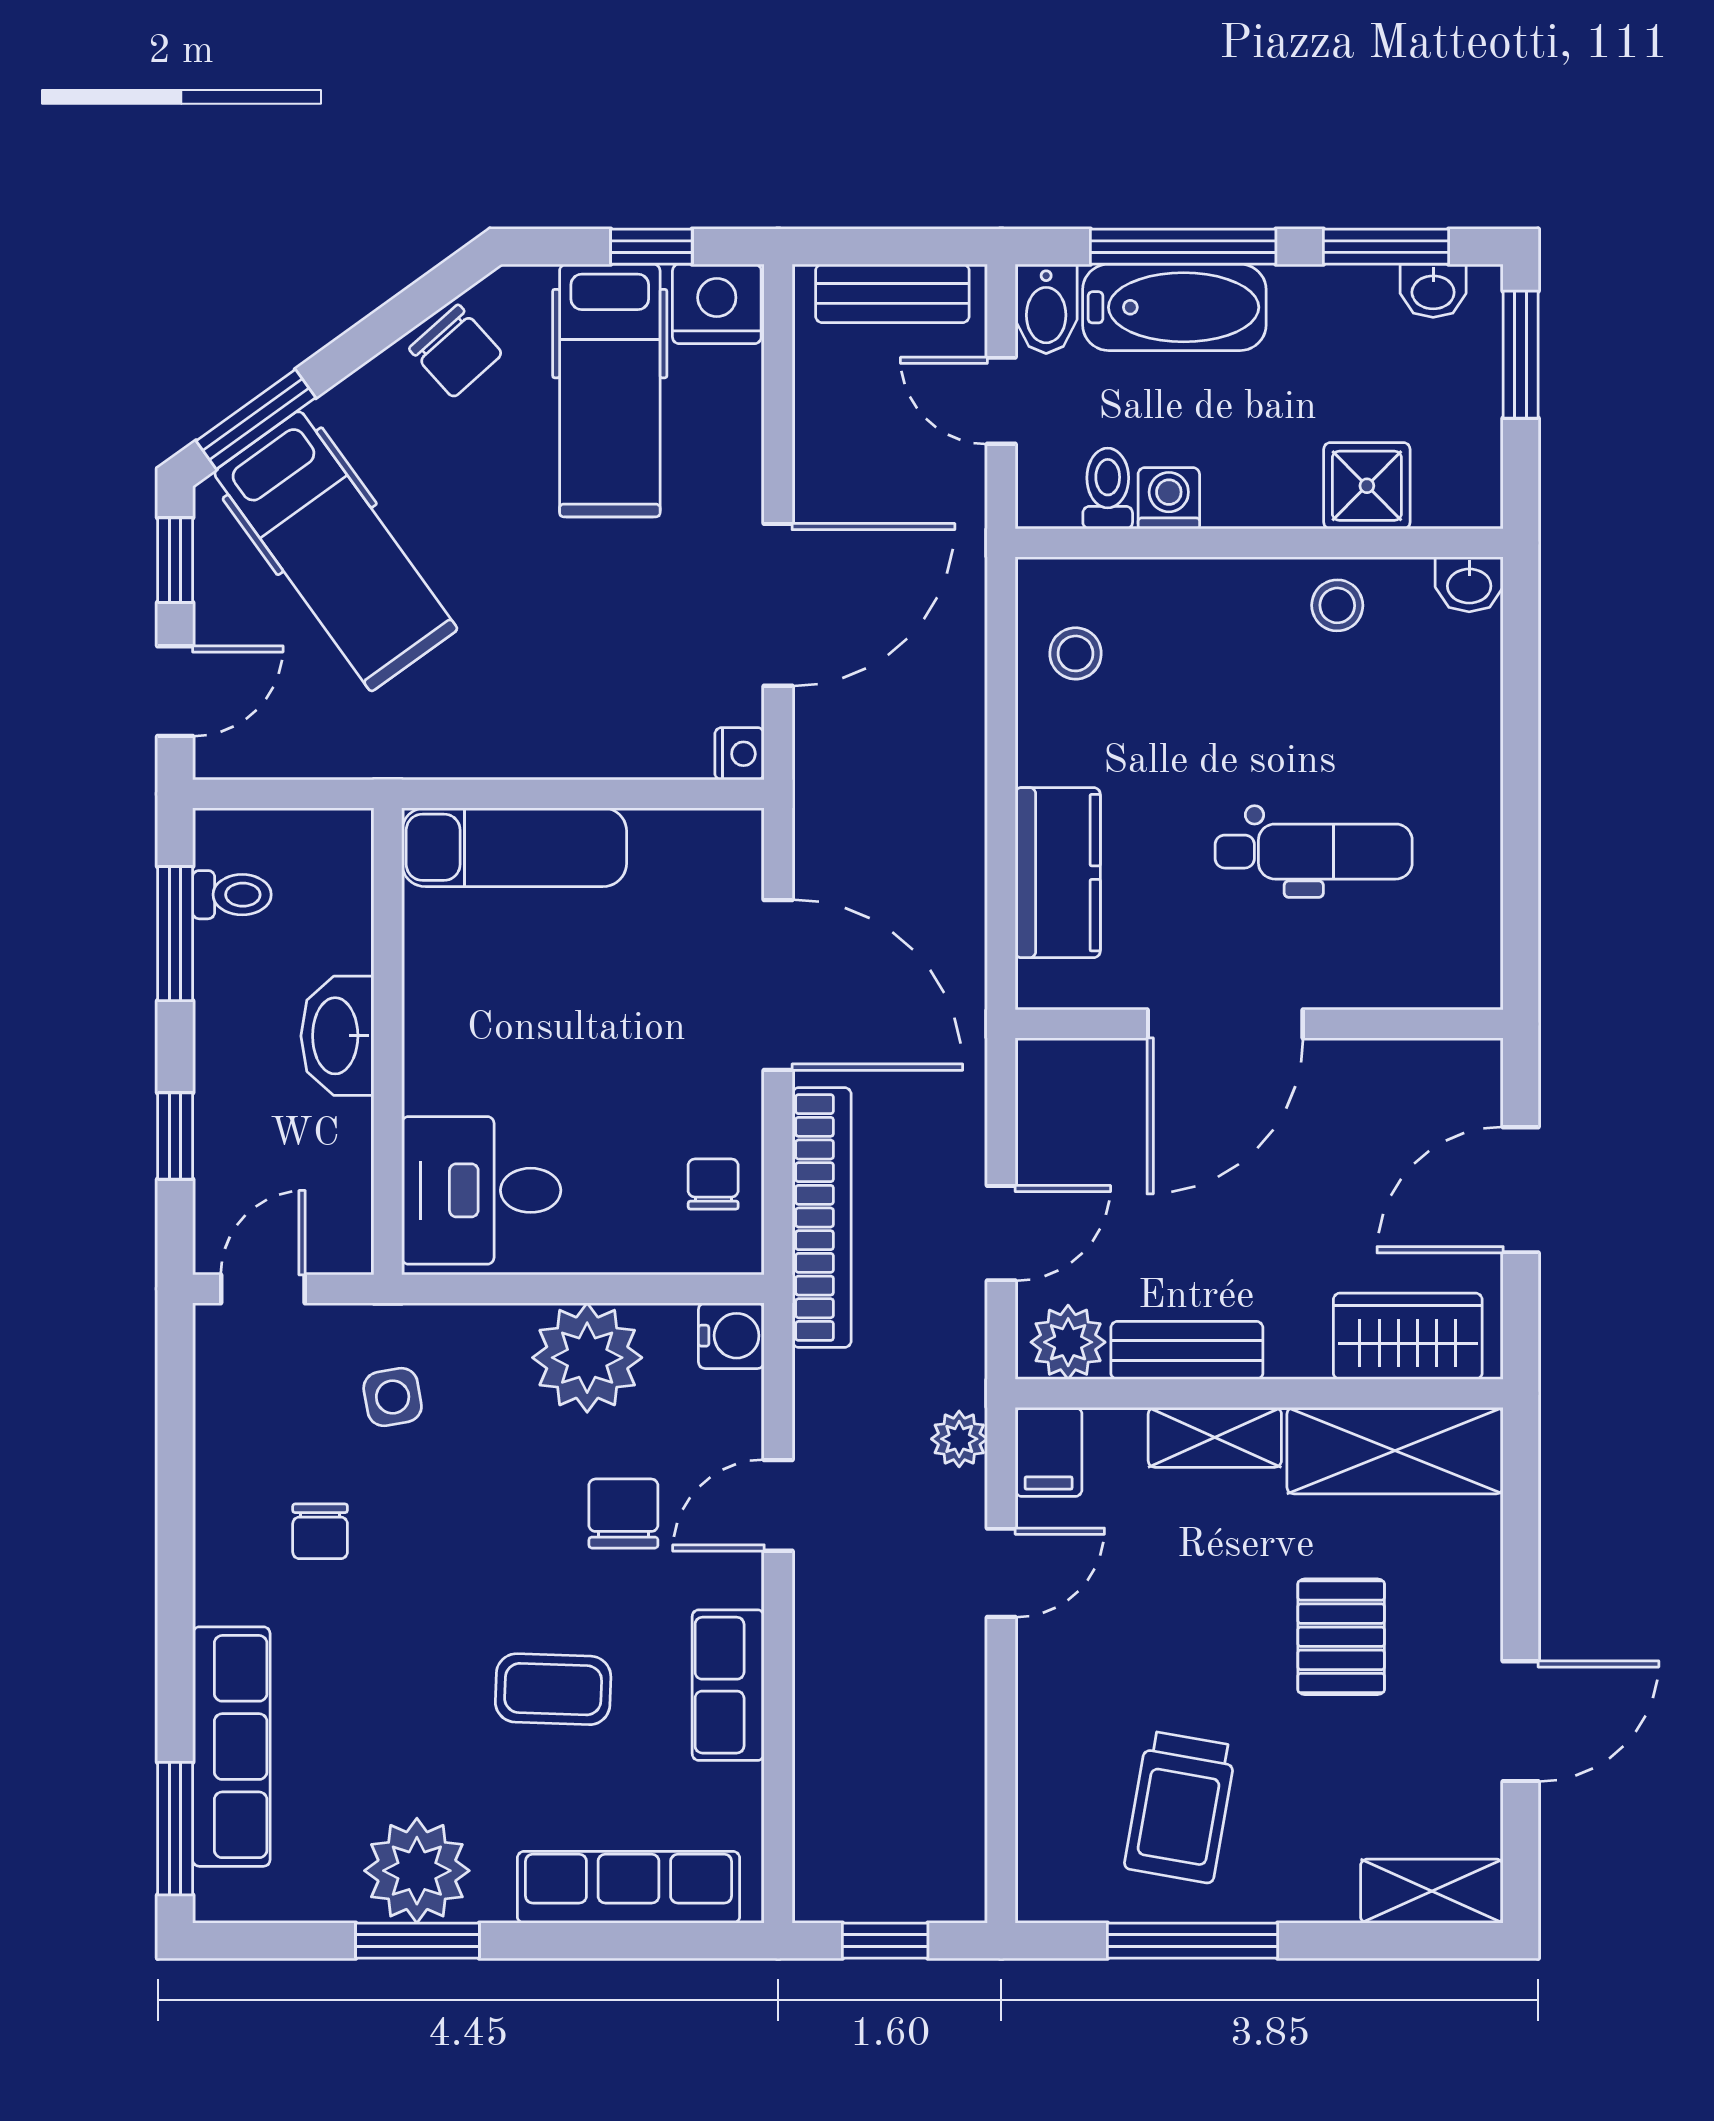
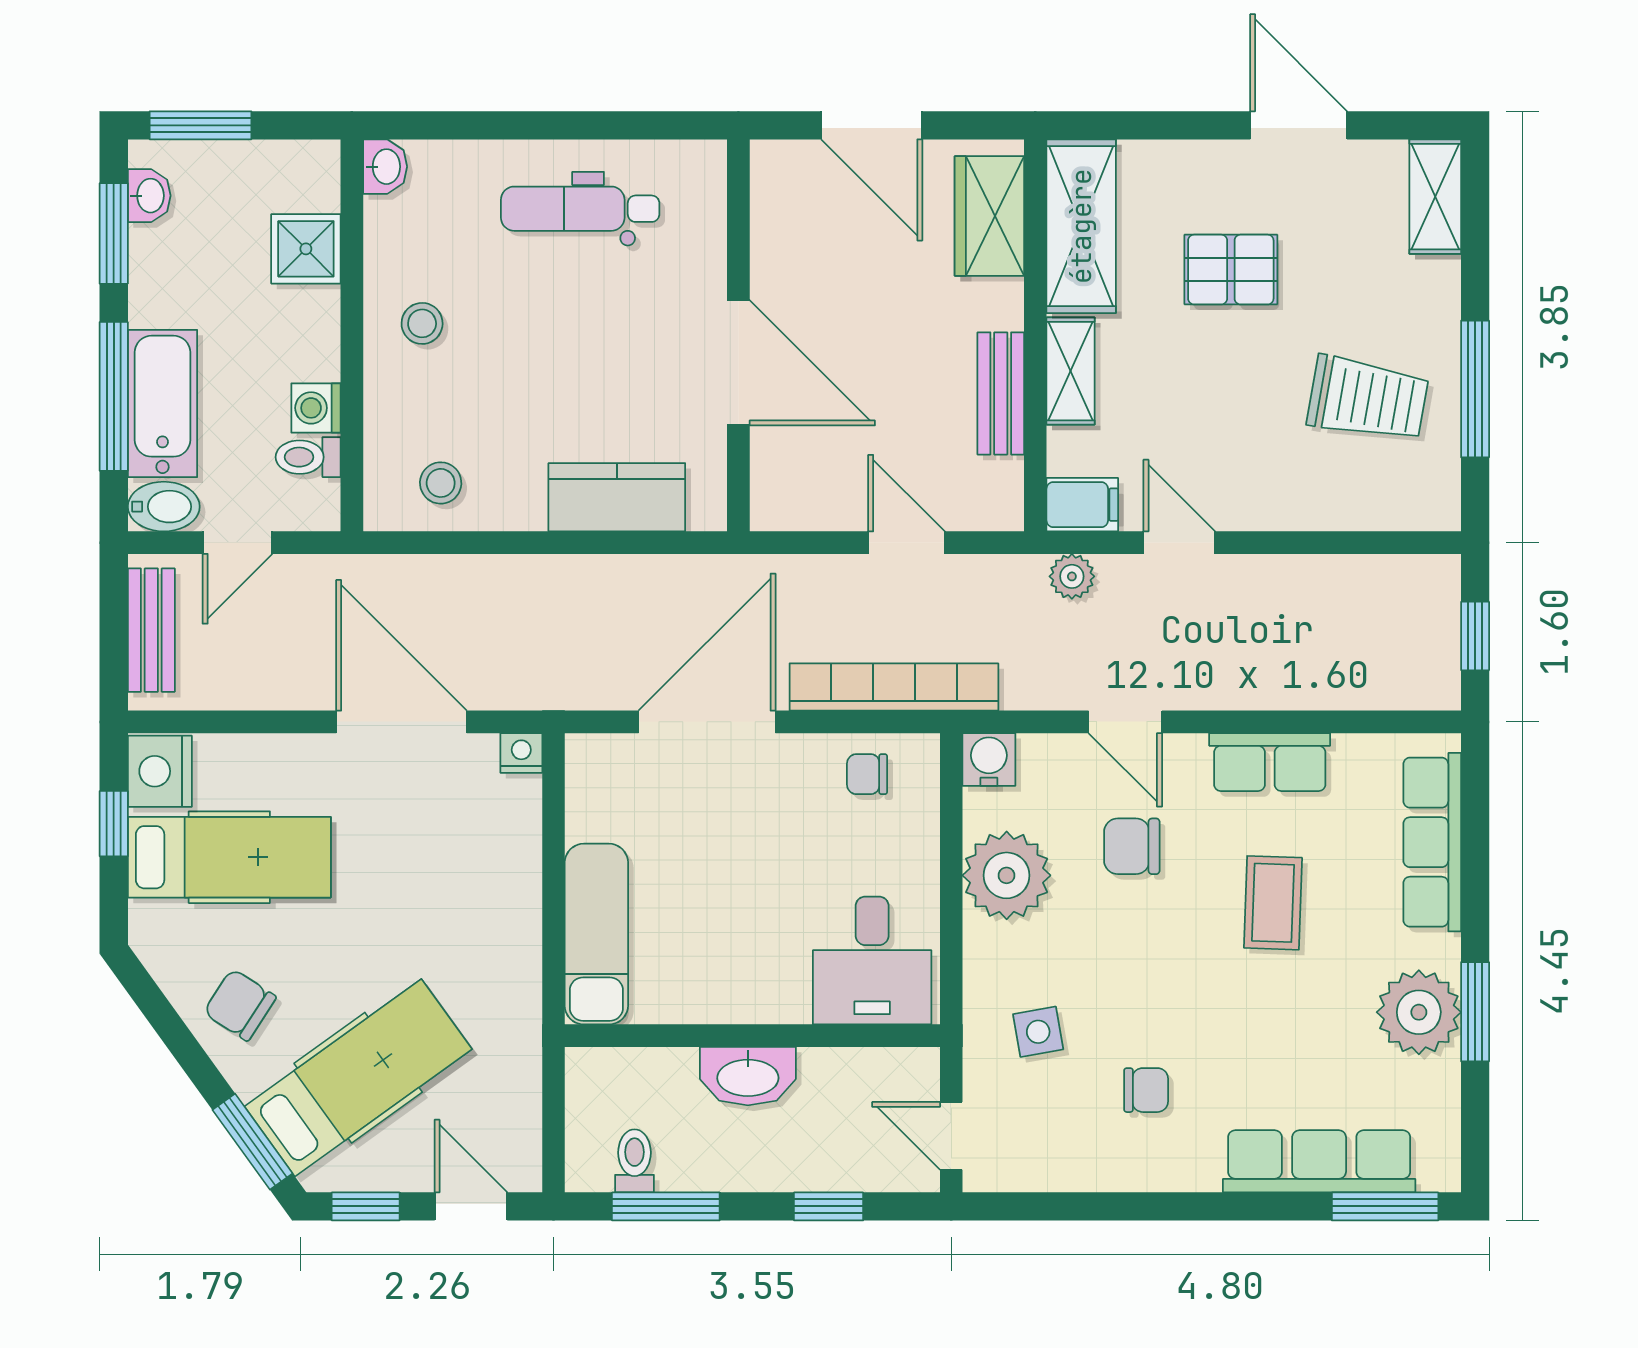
chair: (456, 351) -> (240, 1005), moved, turned -105
stool: (1337, 605) -> (422, 323), moved
dental chair: (1314, 852) -> (580, 209), moved, turned -90
plant: (1068, 1342) -> (994, 489), removed

